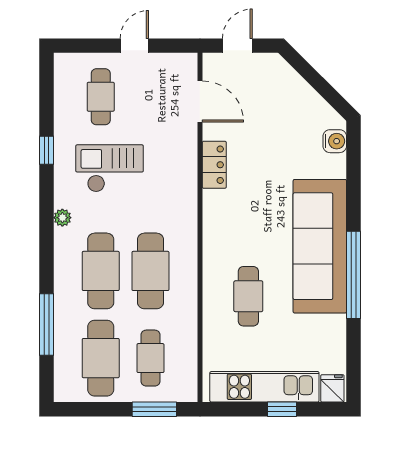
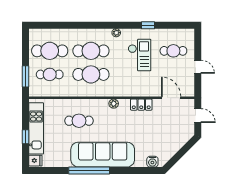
door: (200, 101) -> (171, 98), swing flipped
plant: (212, 223) -> (114, 104), added
window: (46, 325) -> (66, 25), removed

